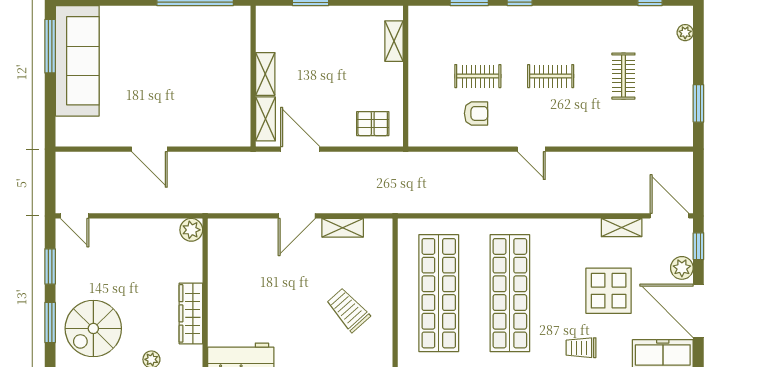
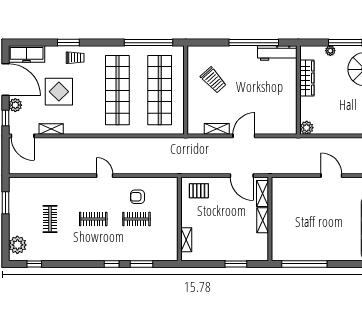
plant: (685, 33) -> (17, 245), width x1.88, depth x1.88

